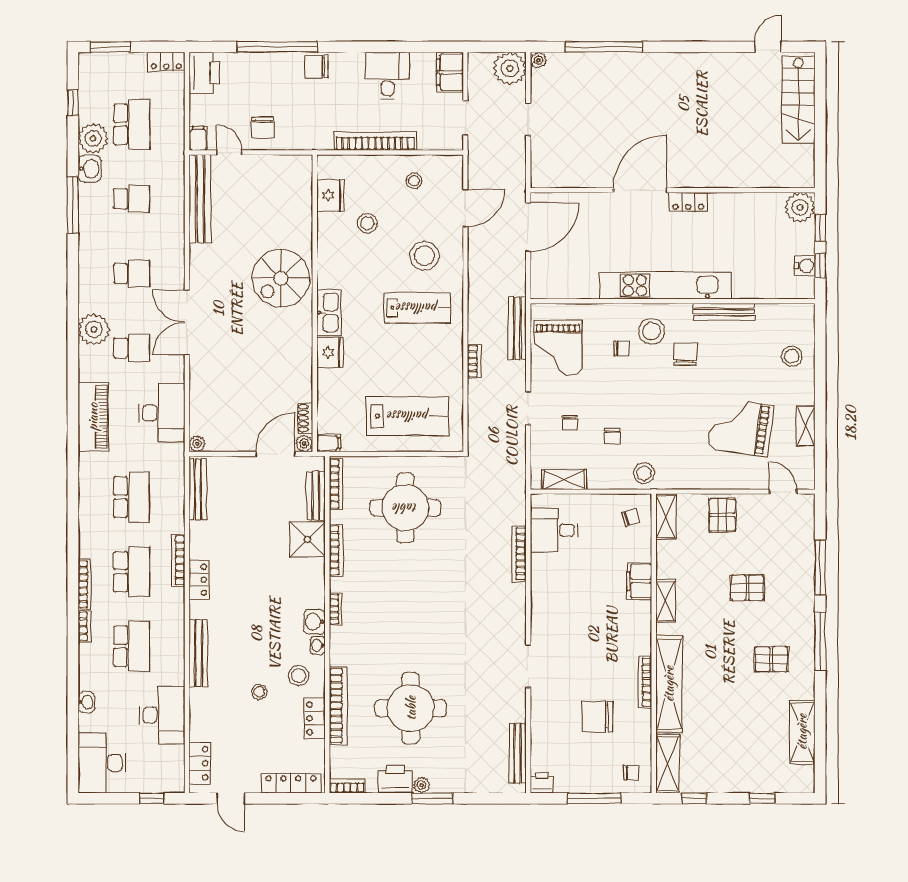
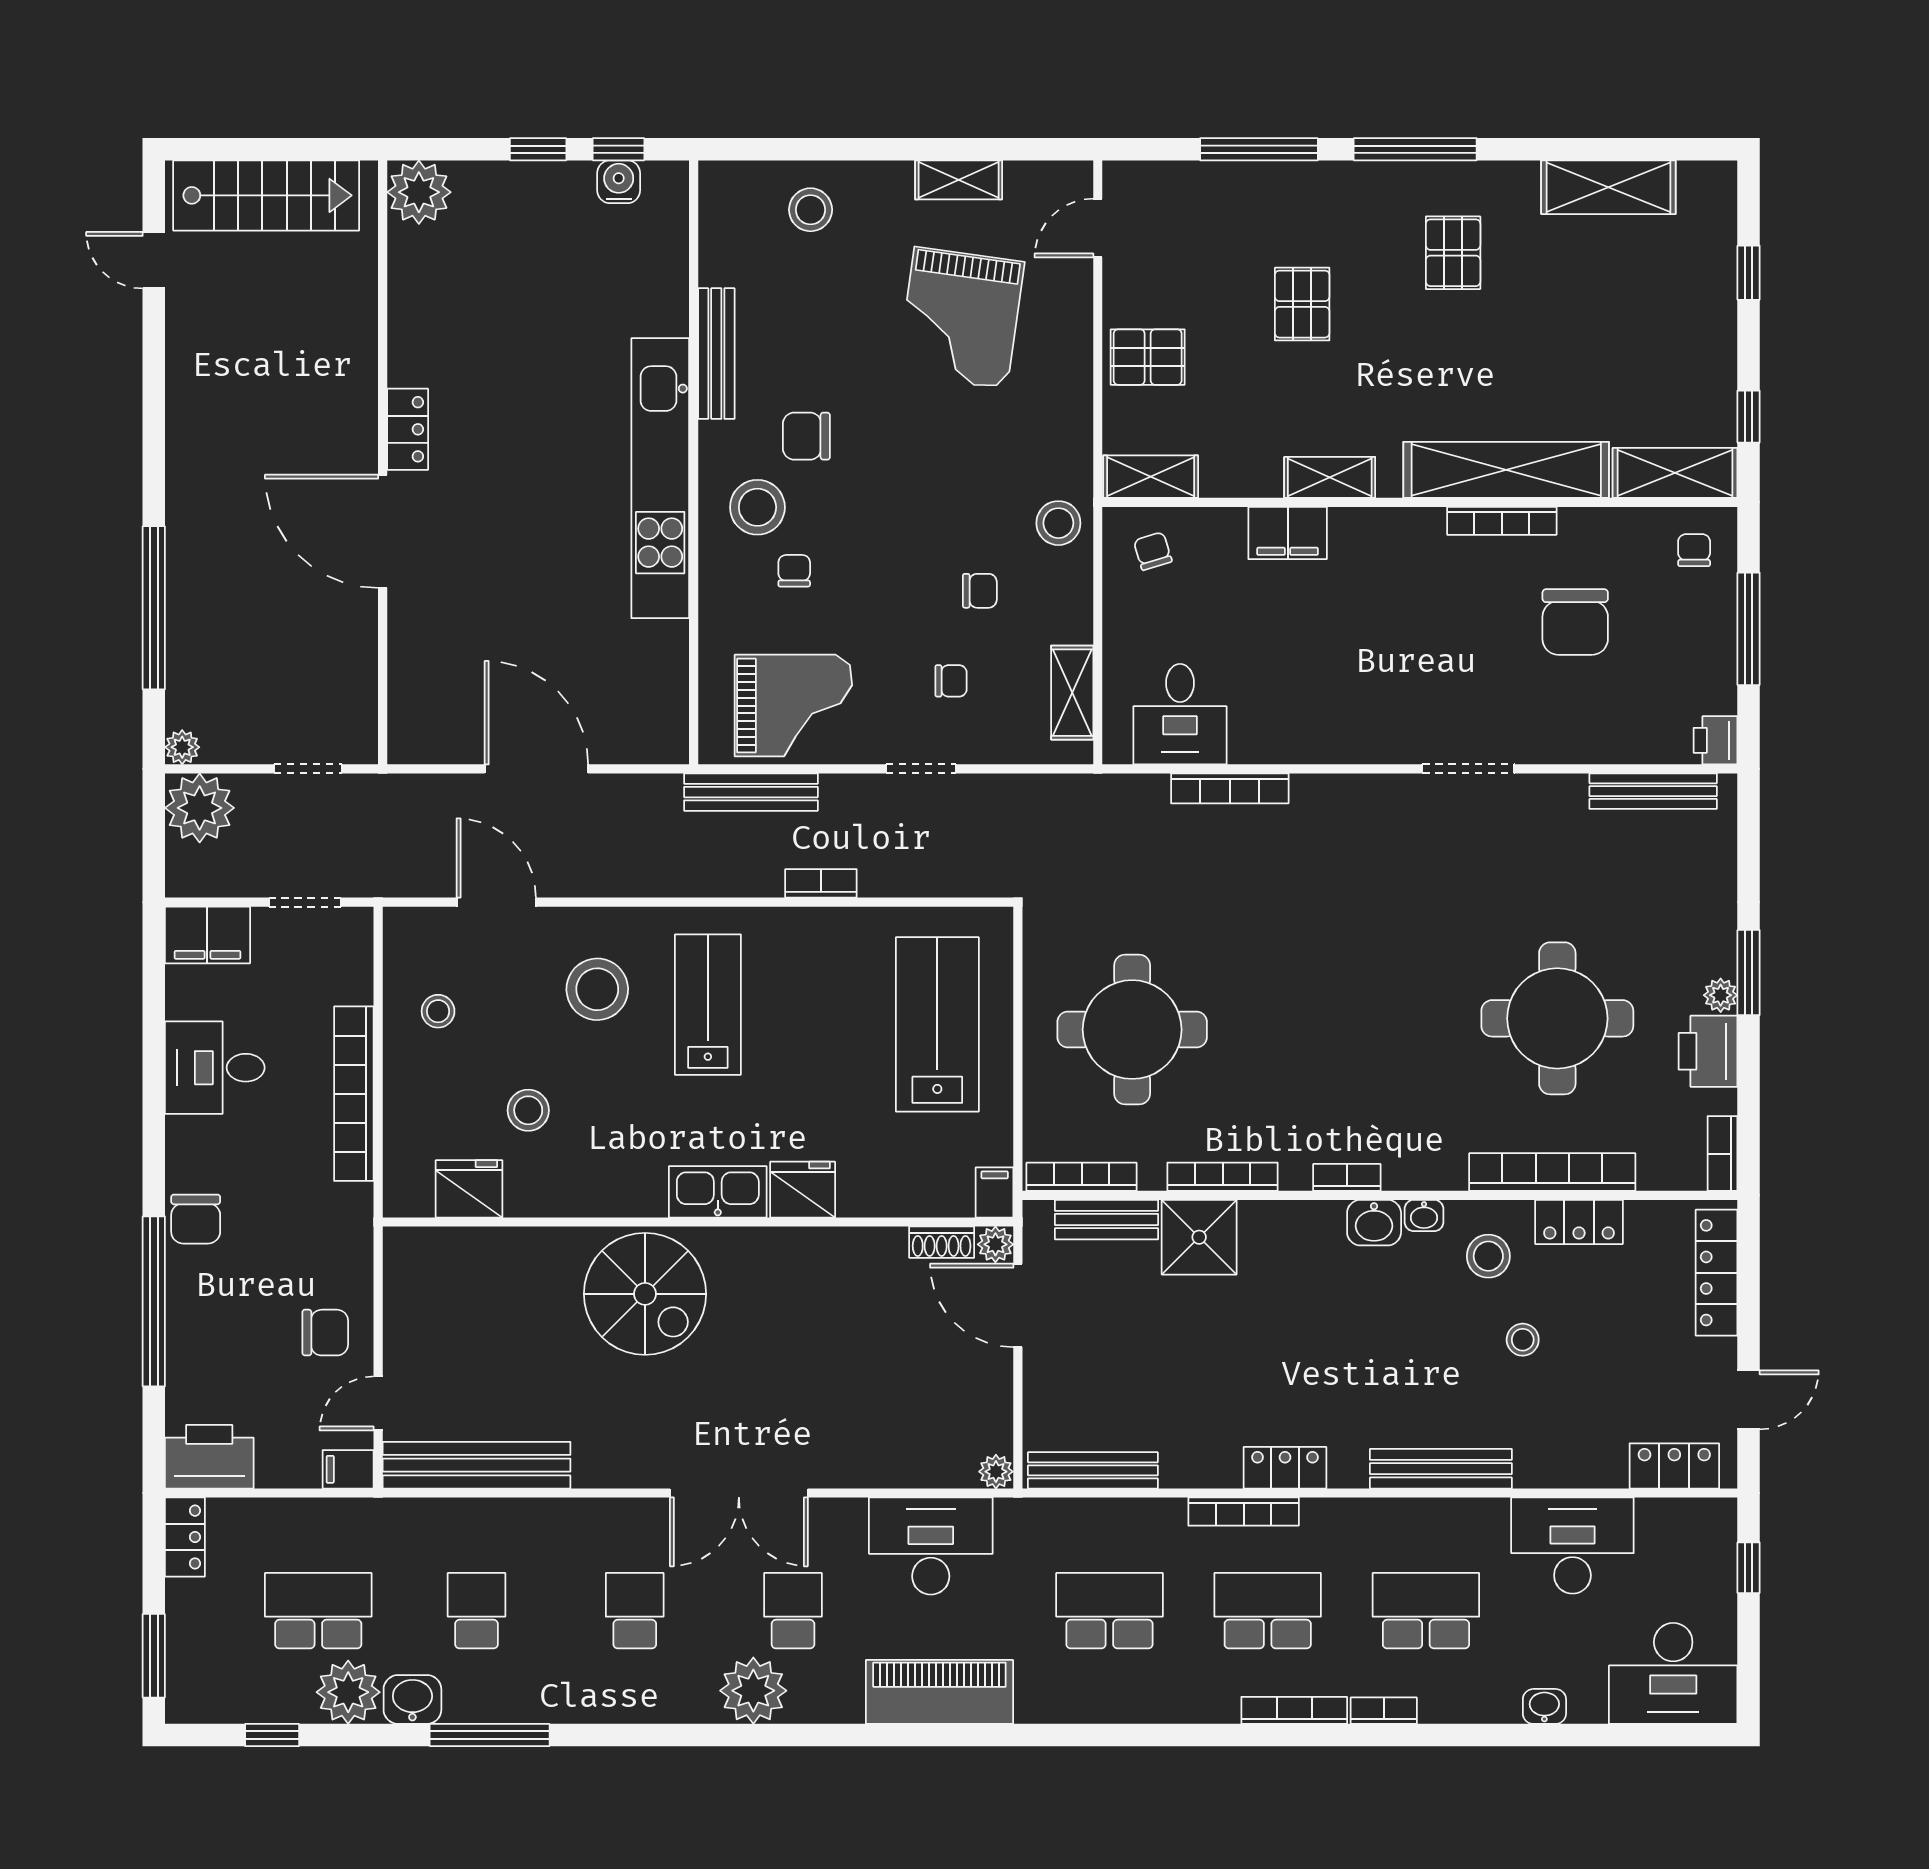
door: (640, 190) -> (383, 531), moved
wall: (673, 190) -> (383, 462), moved
locker: (688, 202) -> (408, 429), moved
plant: (800, 207) -> (419, 192), moved

